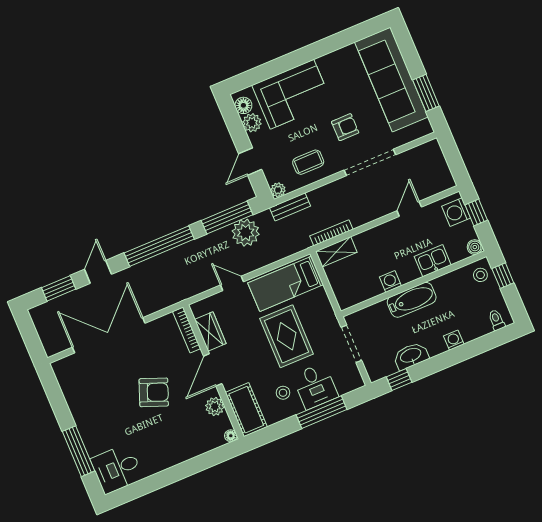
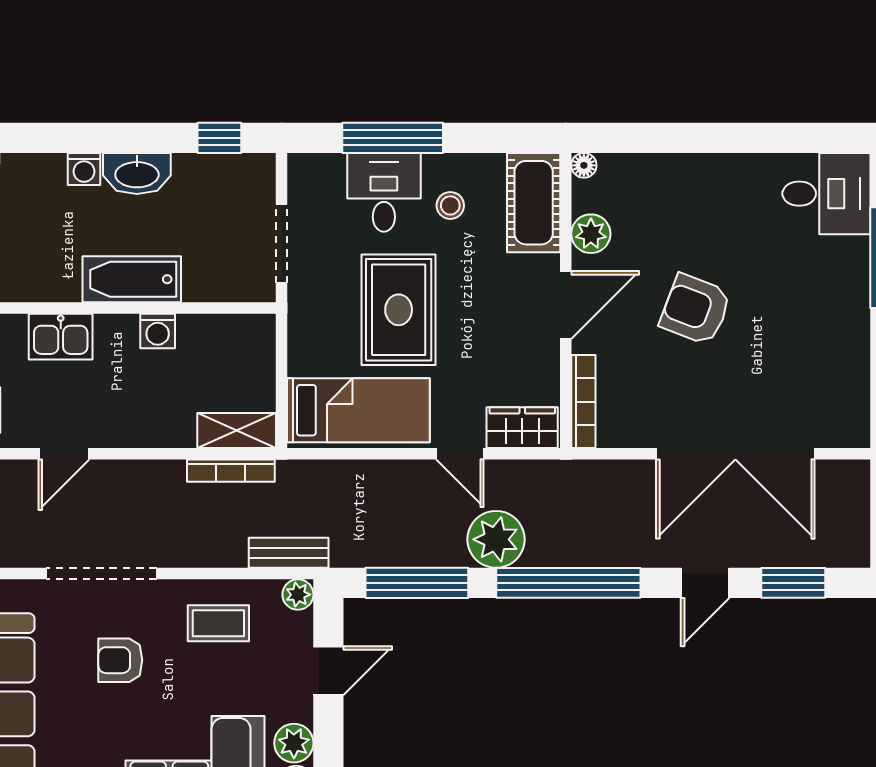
plant: (246, 233) -> (496, 539), moved
wardrobe: (210, 331) -> (522, 428), moved, turned 90
washbasin: (411, 356) -> (137, 173), moved

